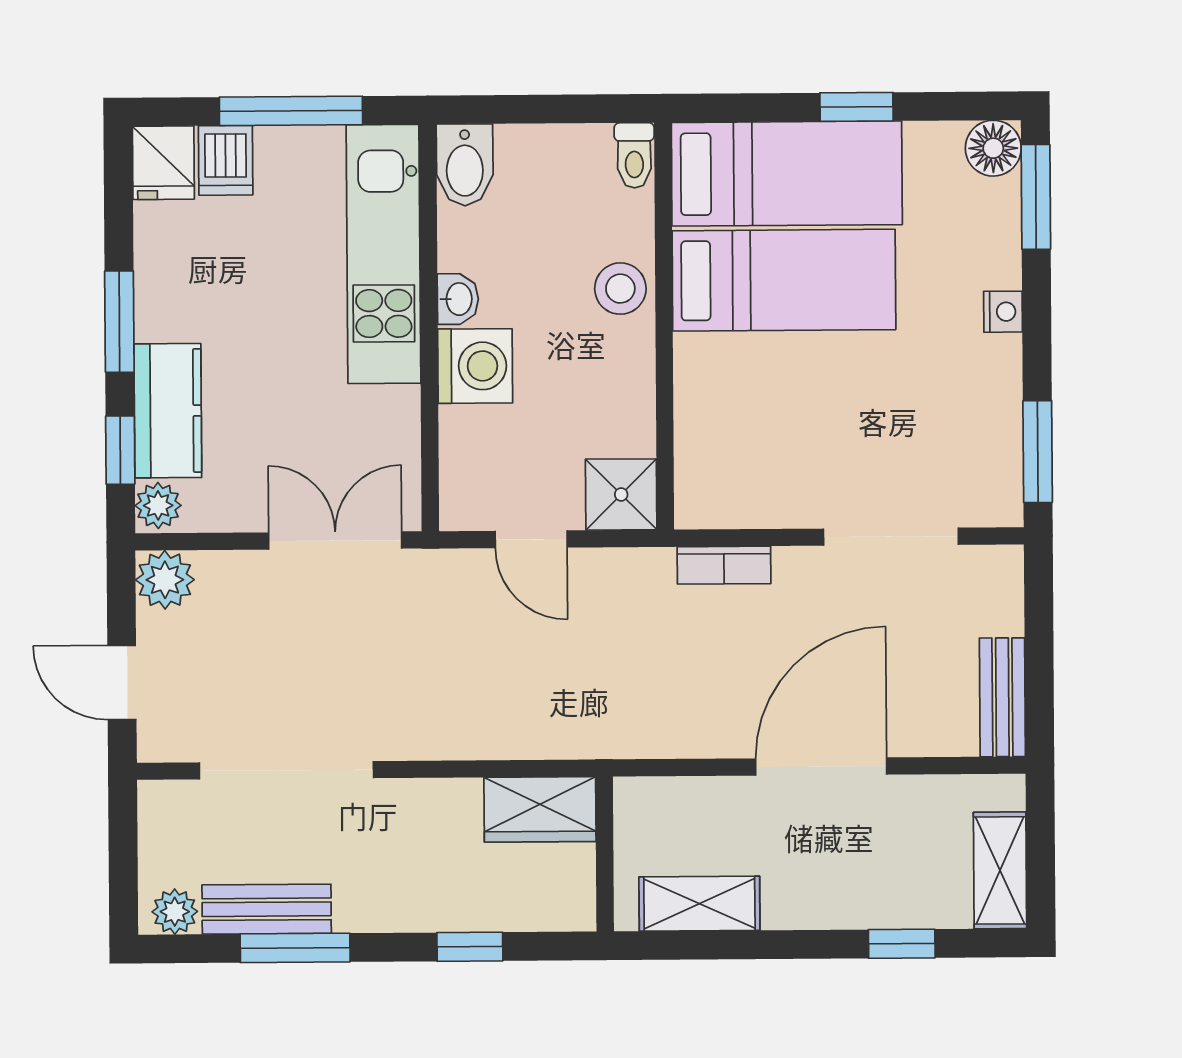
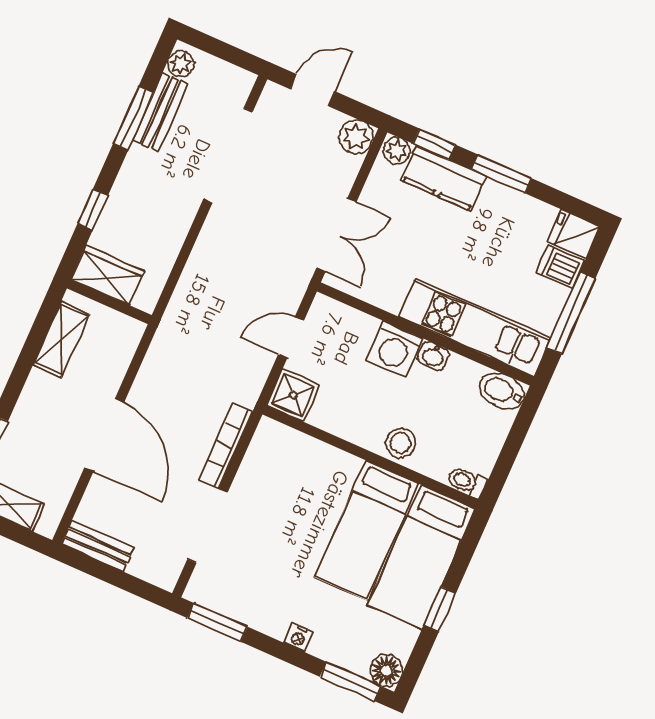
bookcase: (724, 565) -> (226, 446), width x1.56
wardrobe: (540, 809) -> (108, 275), moved, turned 90

